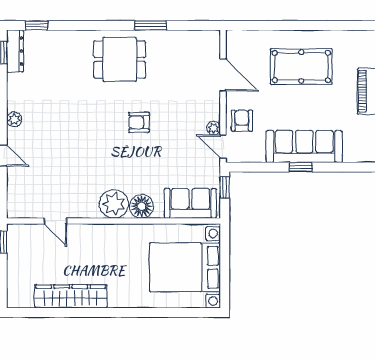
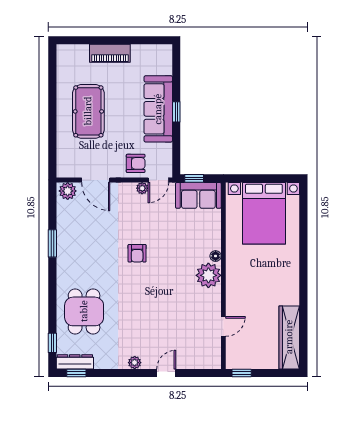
plant: (210, 43) -> (68, 191), added
dining table: (120, 59) -> (84, 311), moved
door: (223, 75) -> (96, 180), swing flipped
armchair: (242, 121) -> (136, 163), turned 180
sofa: (190, 203) -> (198, 195), moved, turned -90
floor lamp: (142, 206) -> (216, 256), width x0.53, depth x0.53
wardrobe: (71, 296) -> (289, 337), moved

